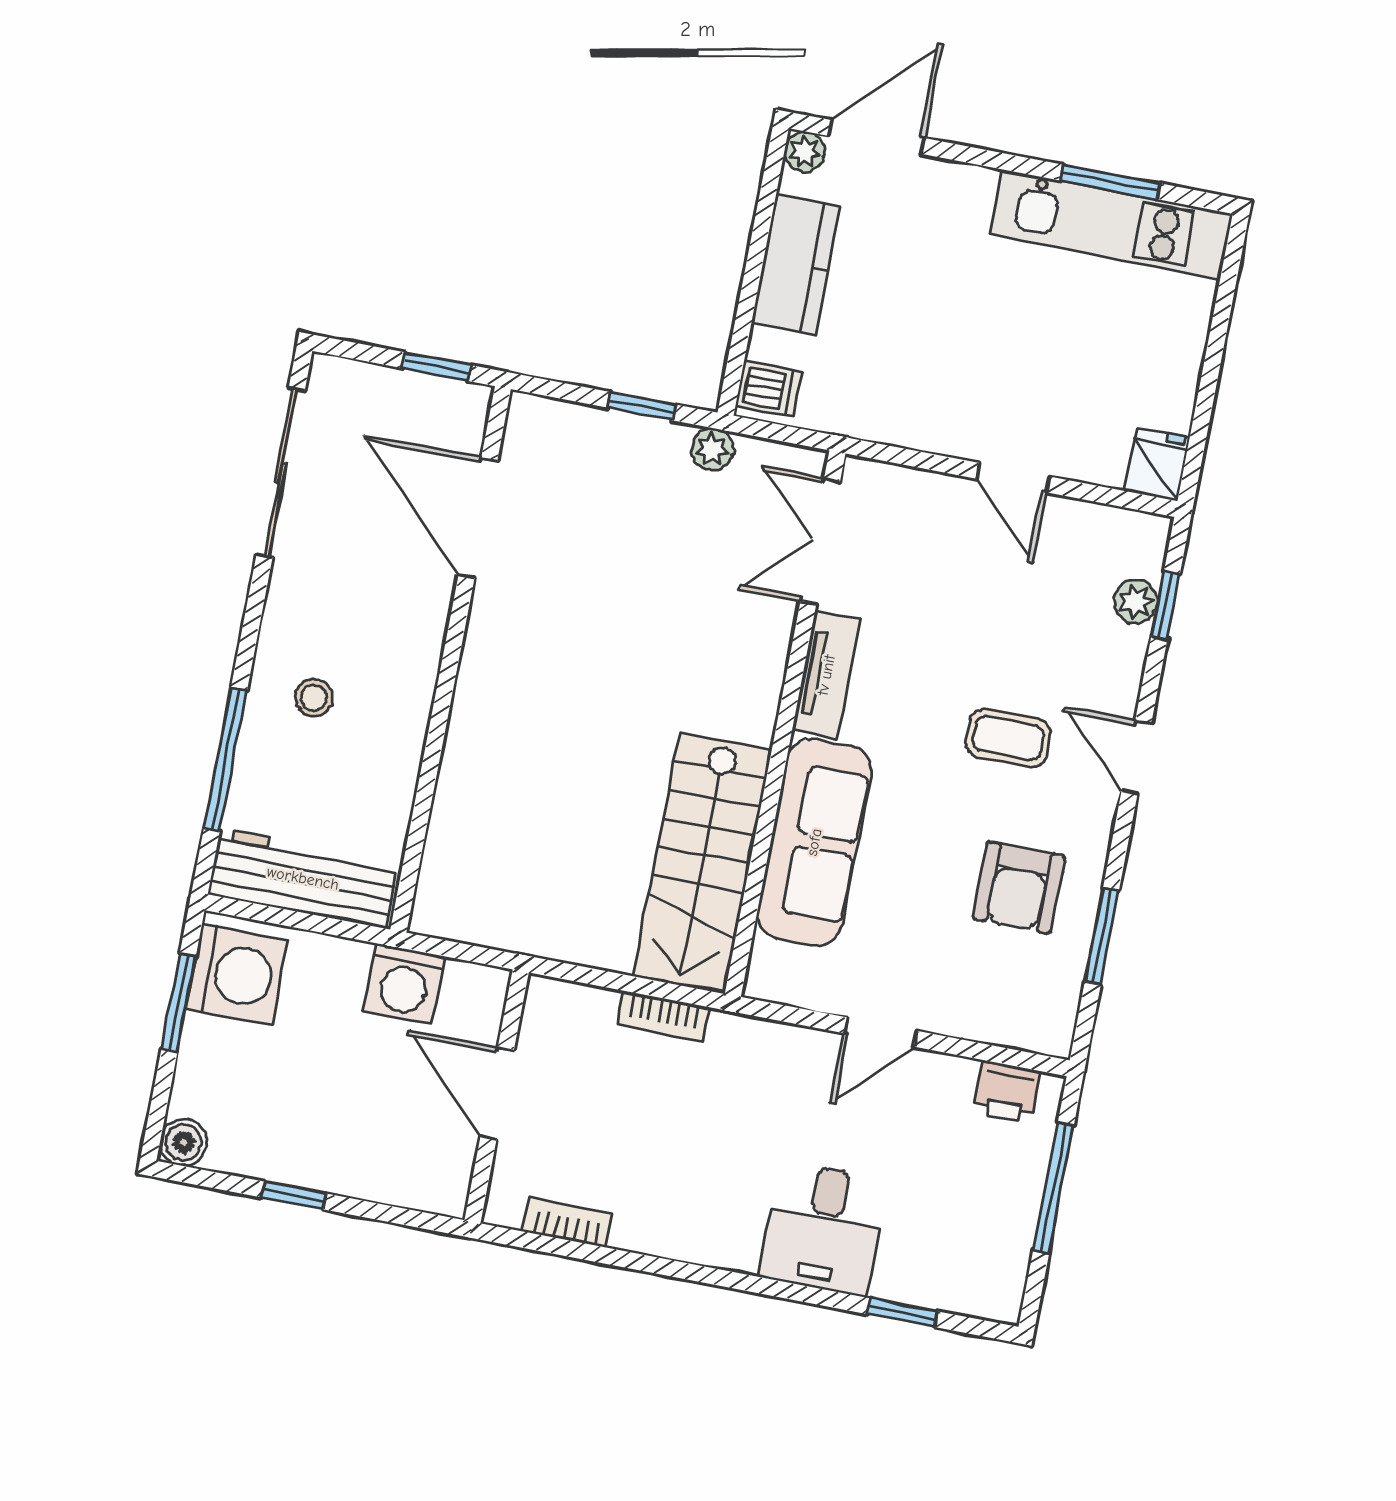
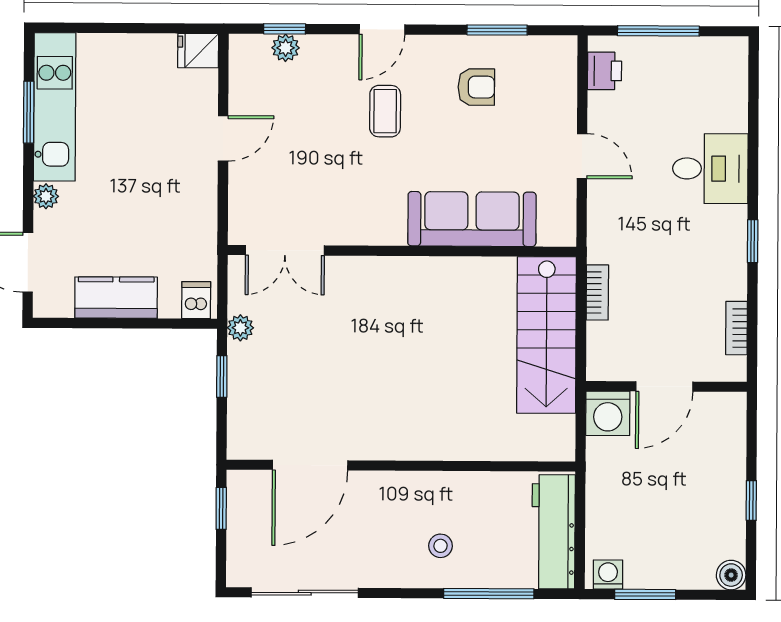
plant: (805, 152) -> (46, 196), moved
tv unit: (826, 675) -> (367, 231), removed
stairs: (702, 863) -> (546, 335), moved, turned 90
armchair: (1019, 887) -> (476, 87), width x0.72, depth x0.72
washing machine: (237, 975) -> (608, 575), width x0.53, depth x0.53
washing machine: (404, 984) -> (608, 413), moved, turned 90
window: (902, 1313) -> (753, 241), moved

